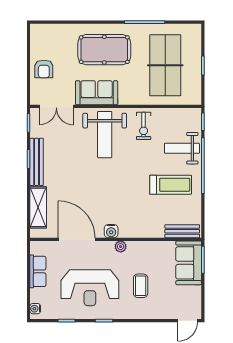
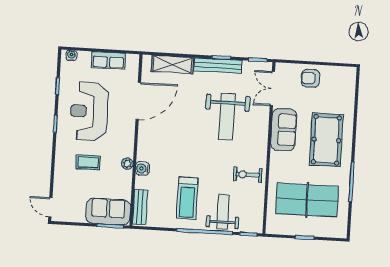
weight bench: (105, 135) -> (227, 117), moved, turned -90
water cooler: (111, 231) -> (142, 169), moved
plant: (121, 247) -> (127, 164), moved

